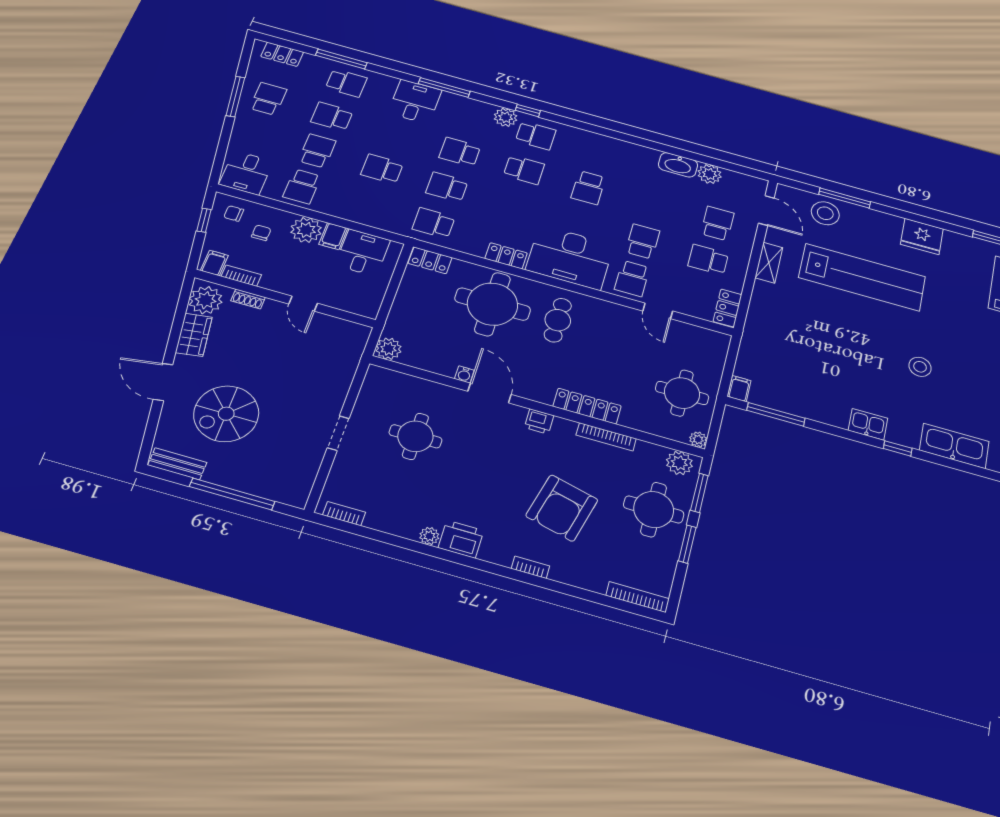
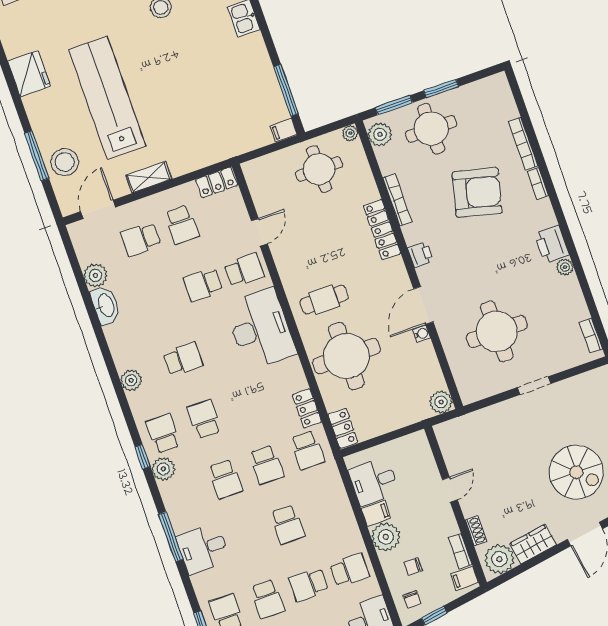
plant: (599, 143) -> (131, 380), added
locker: (506, 256) -> (307, 408), moved
round table: (415, 436) -> (497, 331), width x1.36, depth x1.36
bookcase: (638, 597) -> (523, 144), moved

